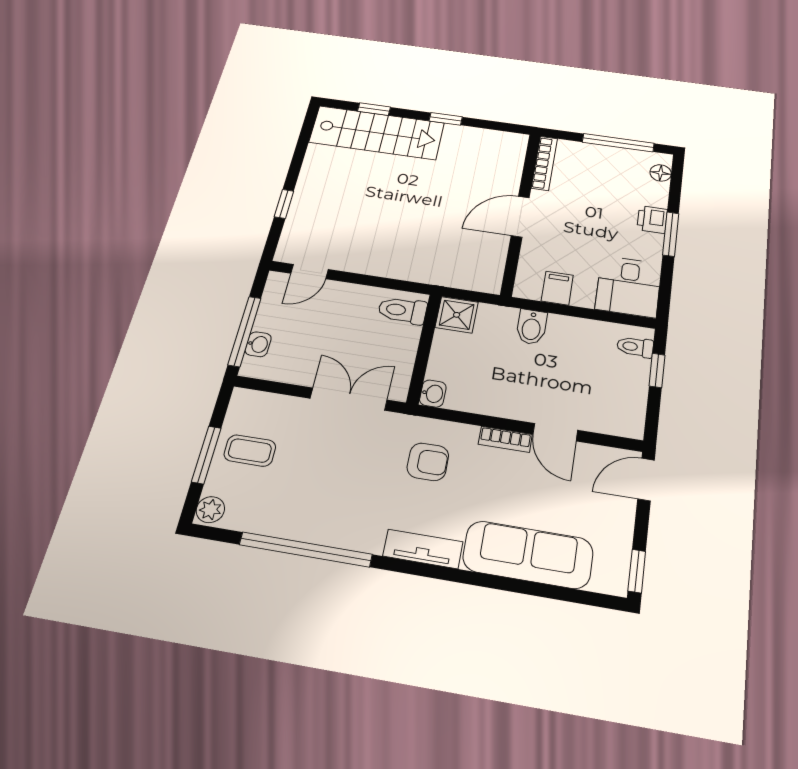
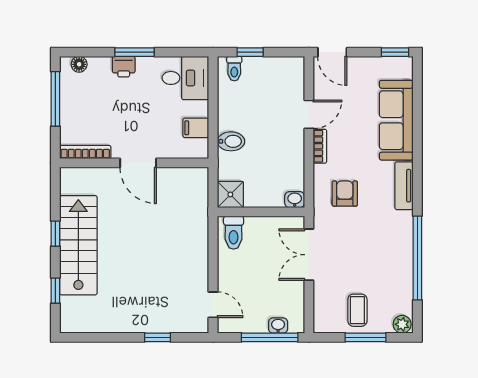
stairs: (377, 133) -> (78, 245), moved

